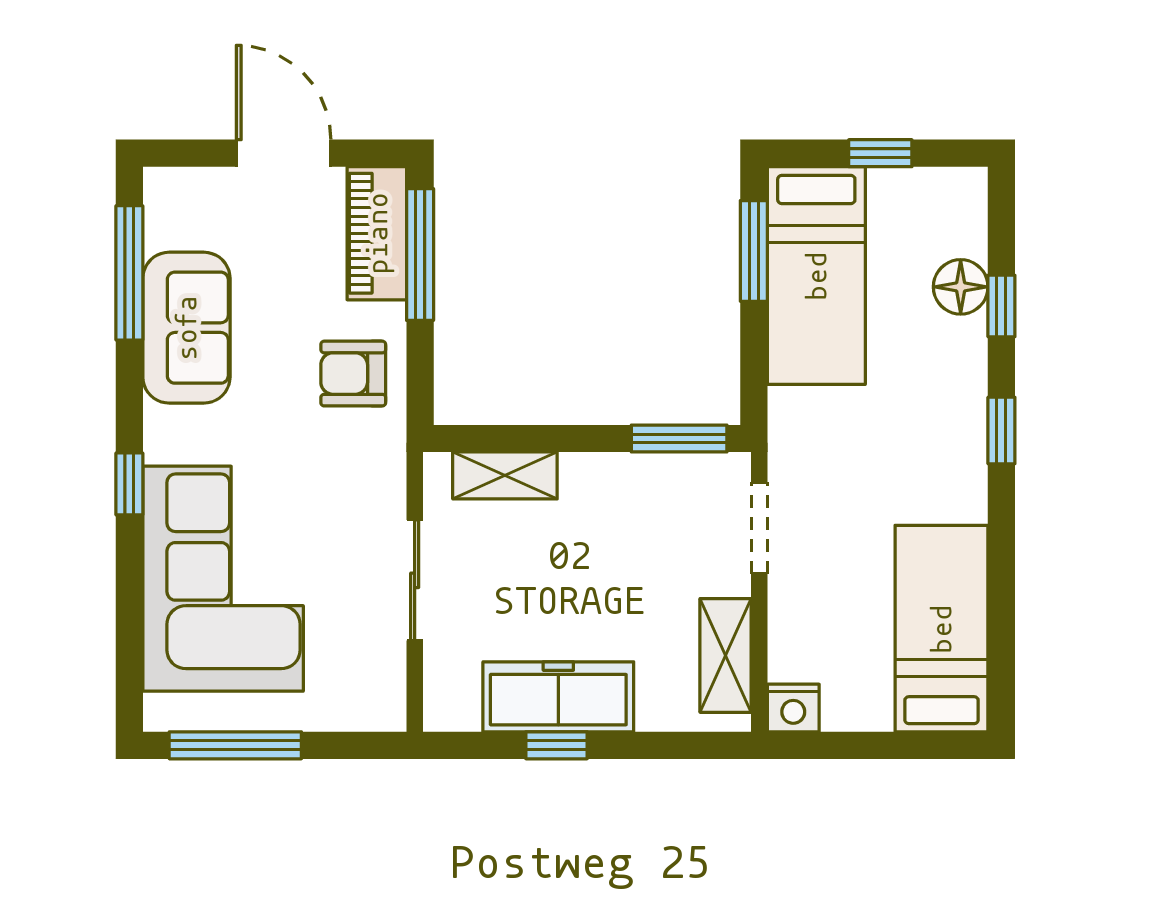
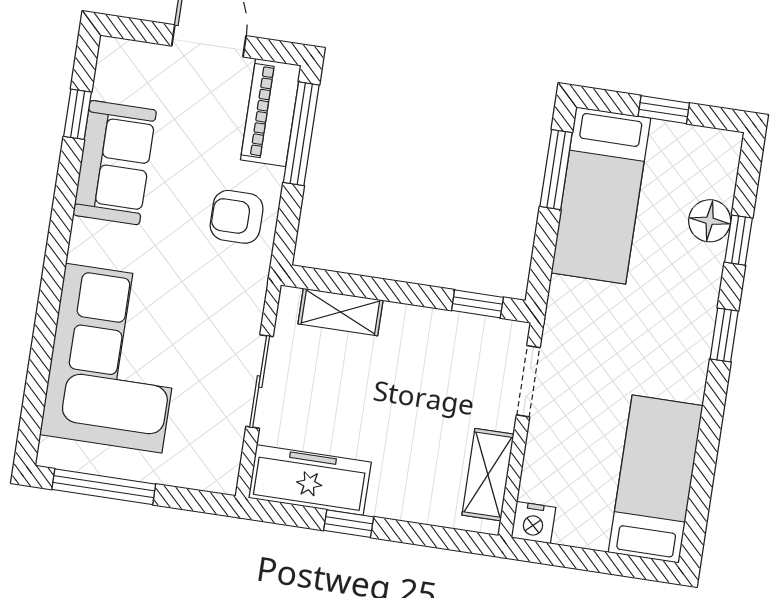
window: (129, 273) -> (78, 114), width x0.46
window: (679, 438) -> (477, 304), width x0.67
window: (129, 484) -> (53, 275), removed
freezer: (558, 697) -> (310, 480), moved

